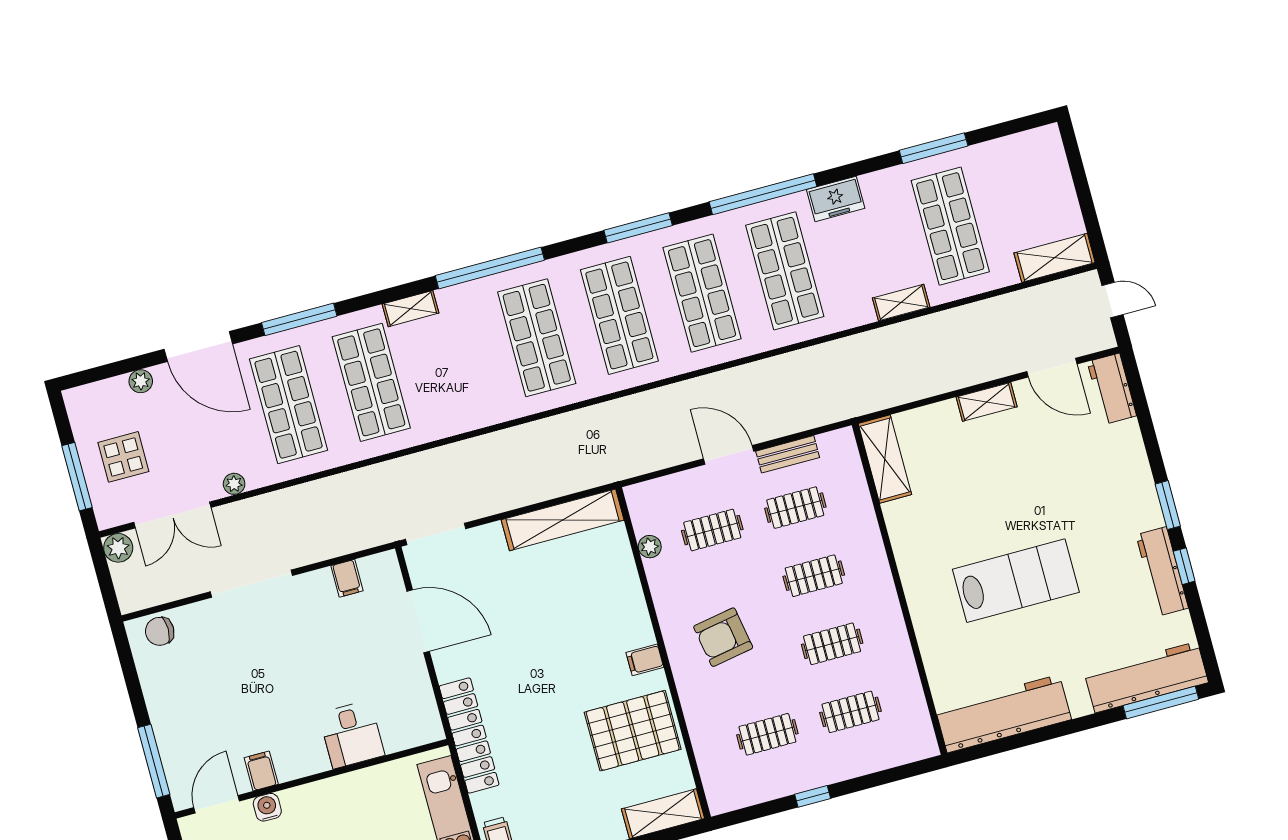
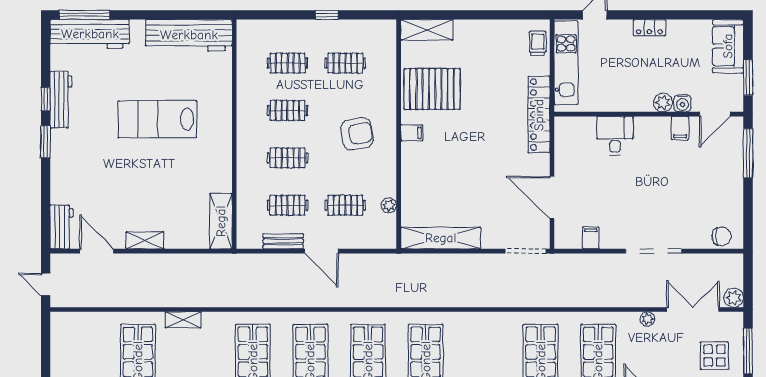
shelving: (1055, 258) -> (76, 322), removed
plant: (296, 801) -> (663, 103), added

